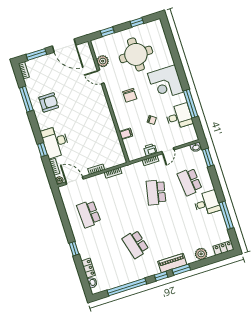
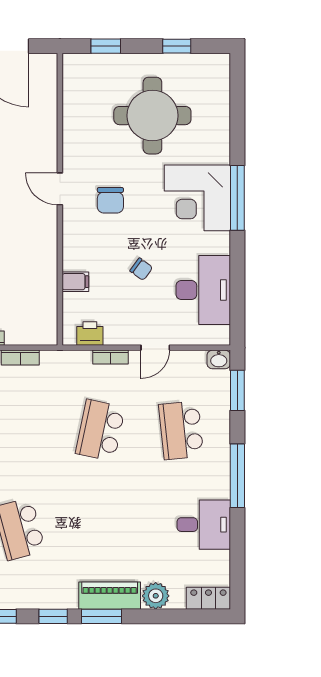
plant: (103, 61) -> (75, 107), removed
door: (101, 77) -> (60, 189), moved
window: (191, 104) -> (237, 198), moved
desk: (179, 116) -> (203, 290), width x1.37
printer: (150, 150) -> (90, 333), moved
desk: (207, 203) -> (204, 525), moved
window: (226, 215) -> (237, 476), moved
piano: (172, 263) -> (110, 596), moved

